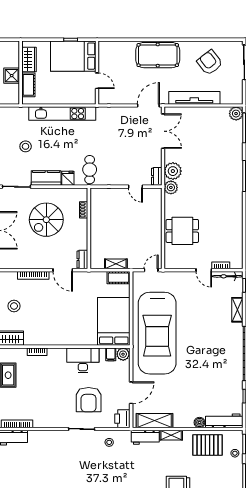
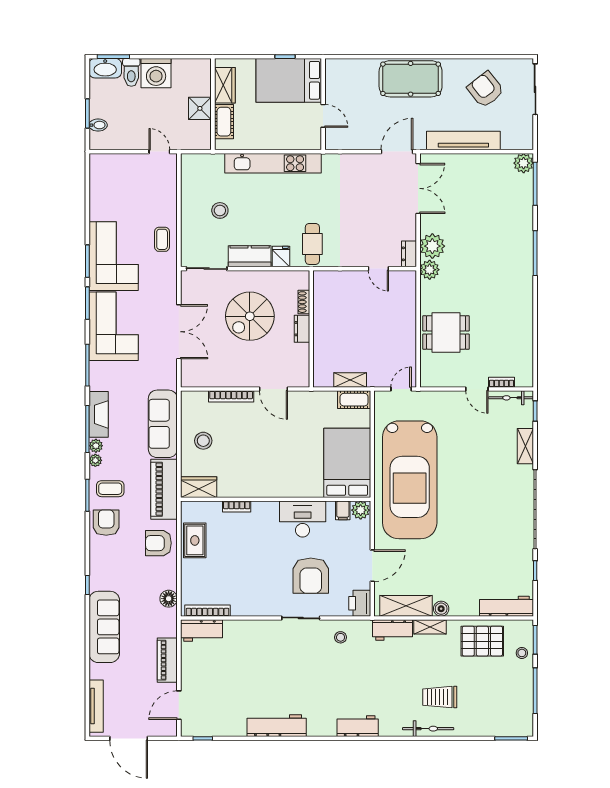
dresser: (82, 260) -> (302, 329), moved
boiler: (199, 422) -> (441, 609), moved

